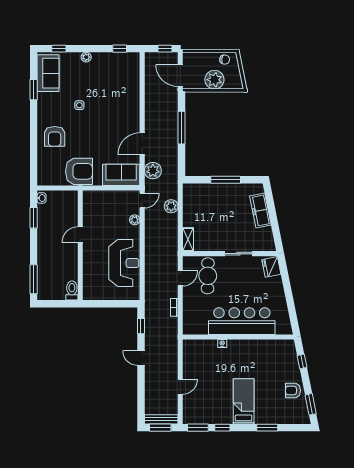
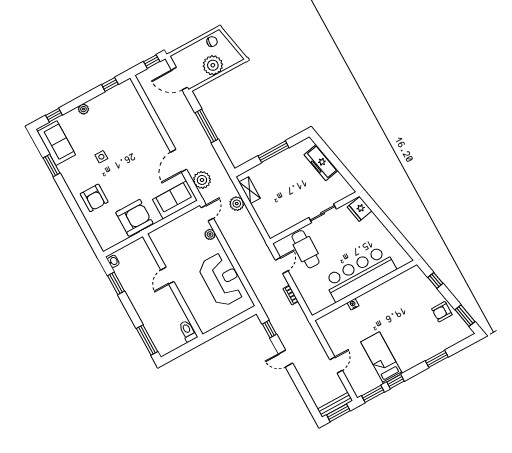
shelving: (188, 239) -> (250, 190), moved
bed: (244, 401) -> (382, 358), moved

